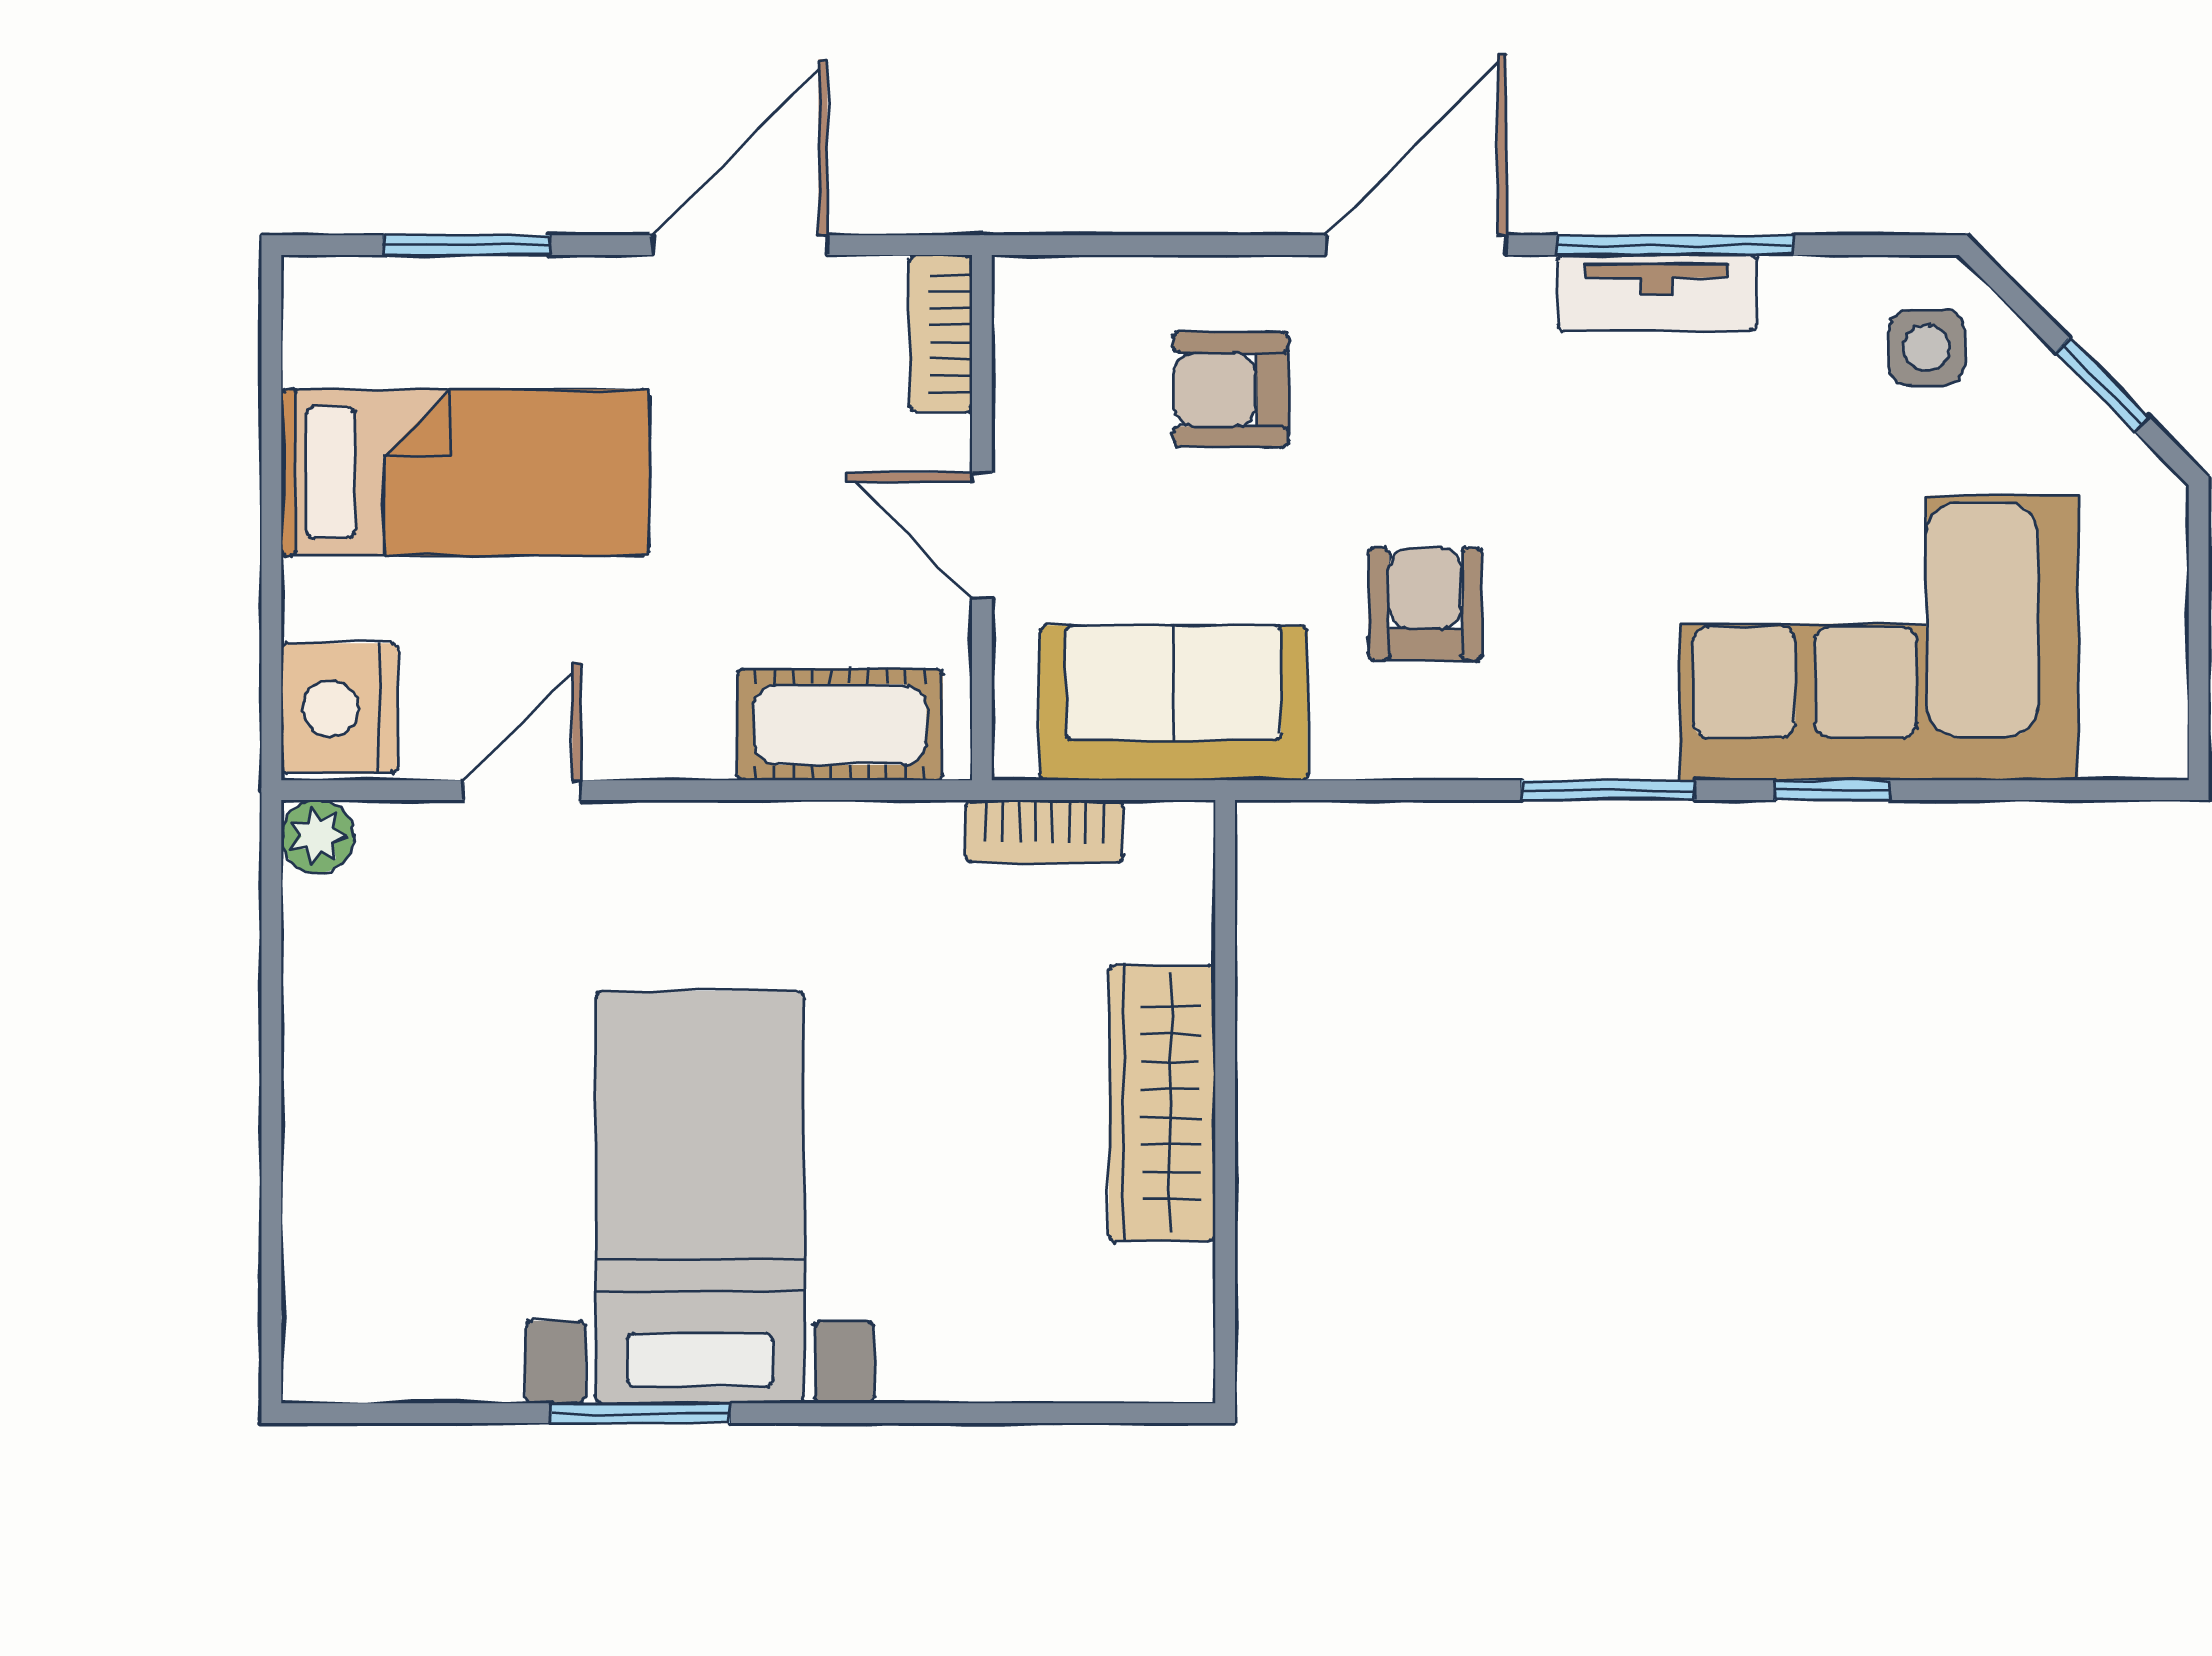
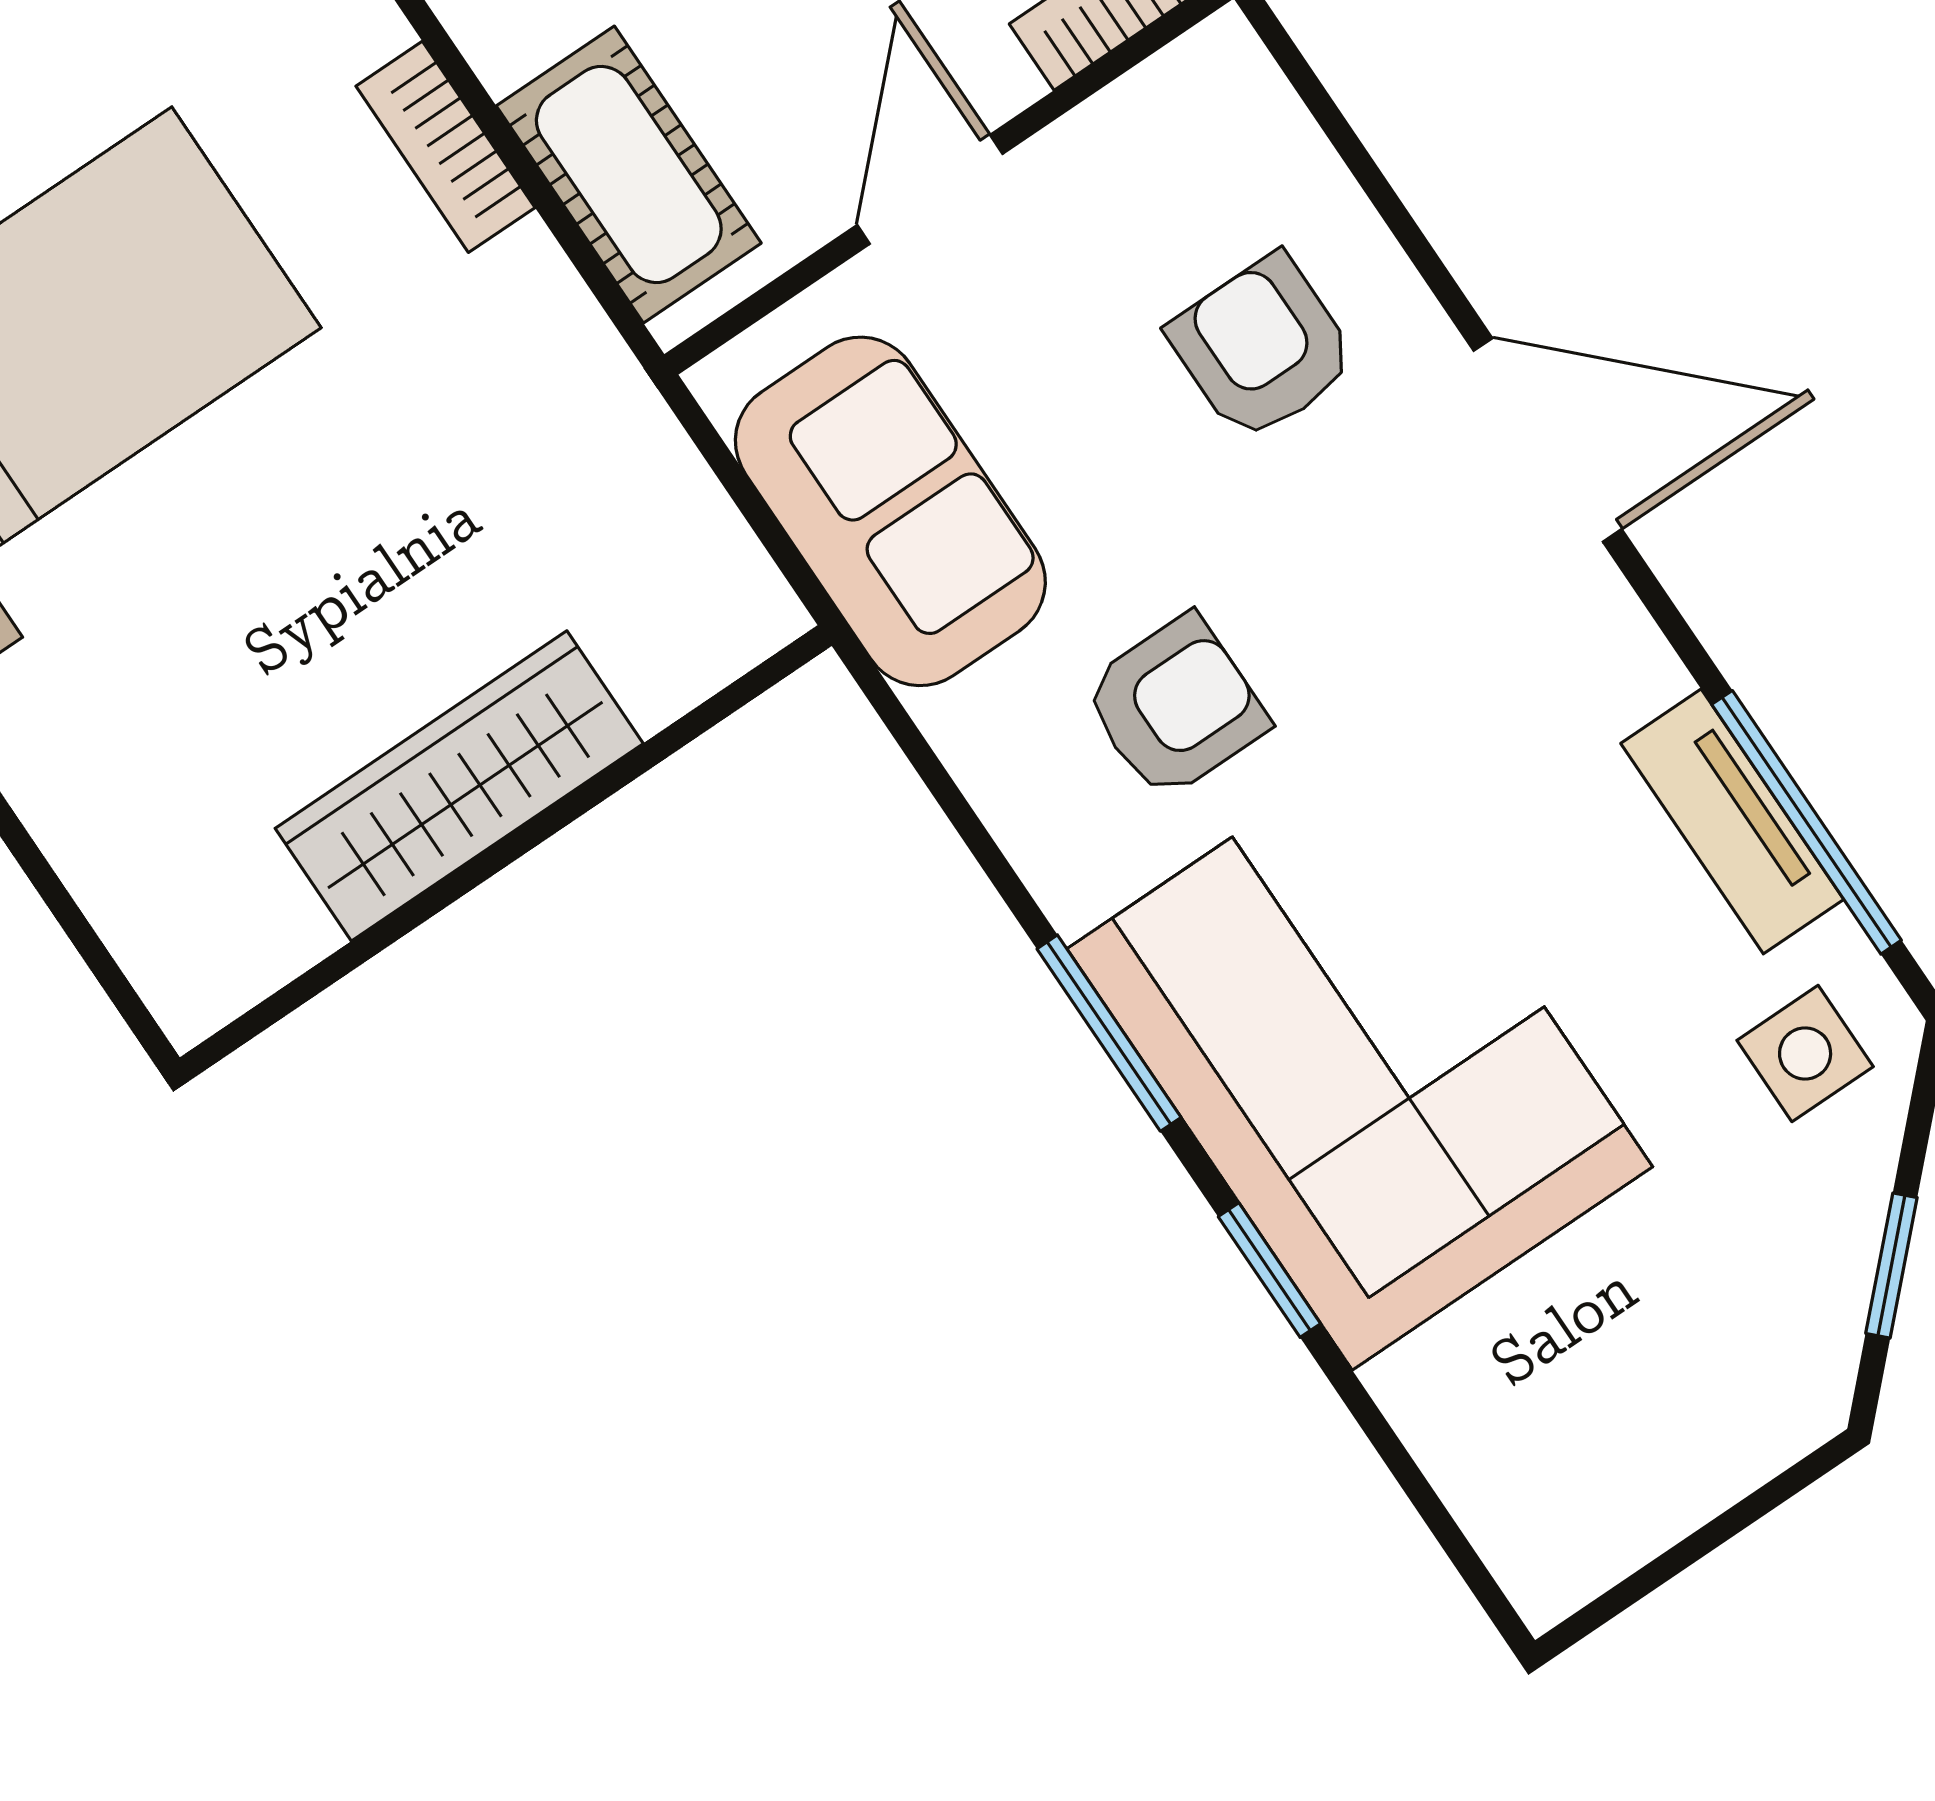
window: (1675, 245) -> (1807, 822), moved
tv unit: (1657, 293) -> (1732, 821), moved
corner sofa: (1879, 638) -> (1360, 1058), moved
bookcase: (1045, 831) -> (445, 147), moved

